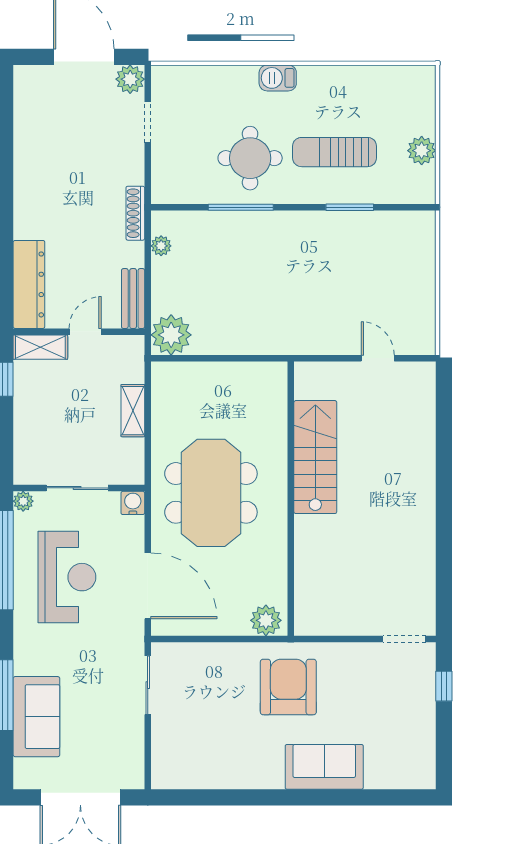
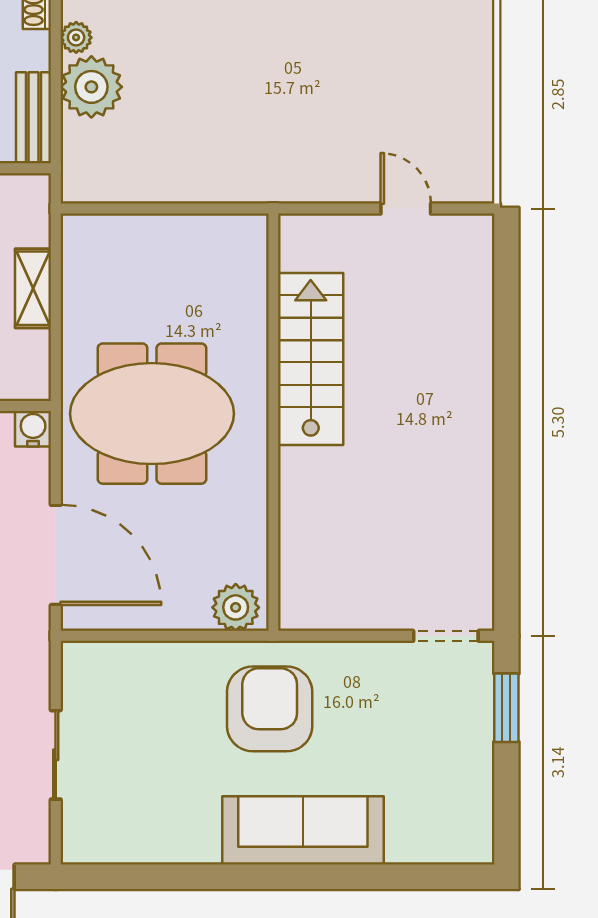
plant: (171, 335) -> (91, 87), moved
meeting table: (211, 493) -> (152, 414), turned 90
sliding door: (148, 685) -> (56, 755), moved
window: (444, 686) -> (506, 708), width x1.50
sofa: (324, 767) -> (303, 830), width x1.36

